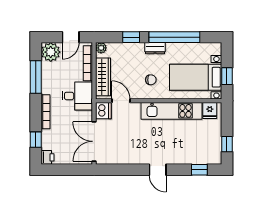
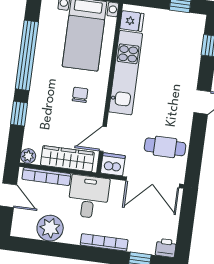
dresser: (155, 48) -> (38, 84), removed
plant: (51, 52) -> (50, 228), moved
window: (36, 77) -> (56, 249), removed
cafe table: (121, 147) -> (165, 147), added

